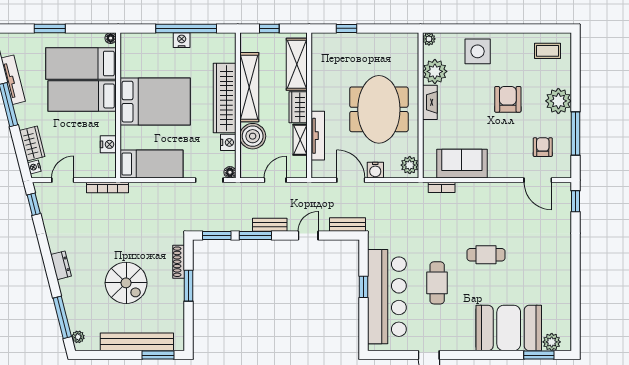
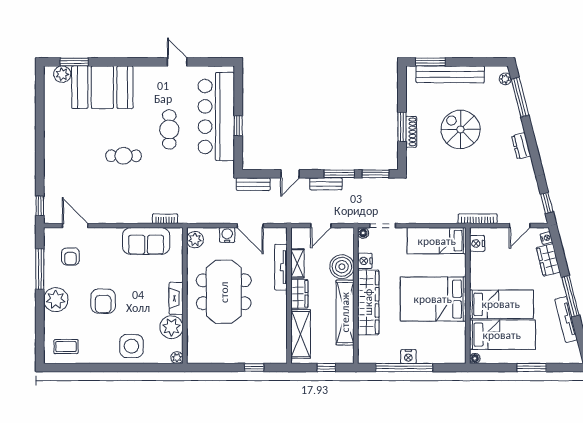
nightstand: (108, 144) -> (477, 244), moved
shoe rack: (179, 262) -> (411, 132), moved

